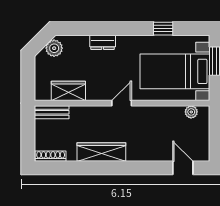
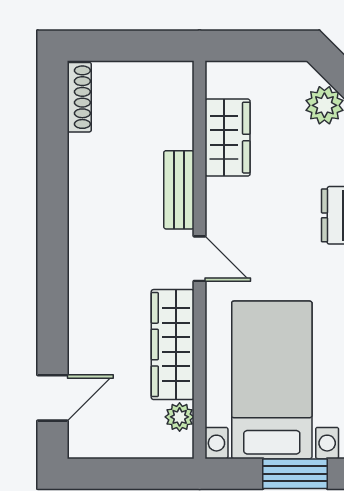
bench: (52, 112) -> (179, 190), moved
wardrobe: (101, 152) -> (173, 345), moved, turned 180

